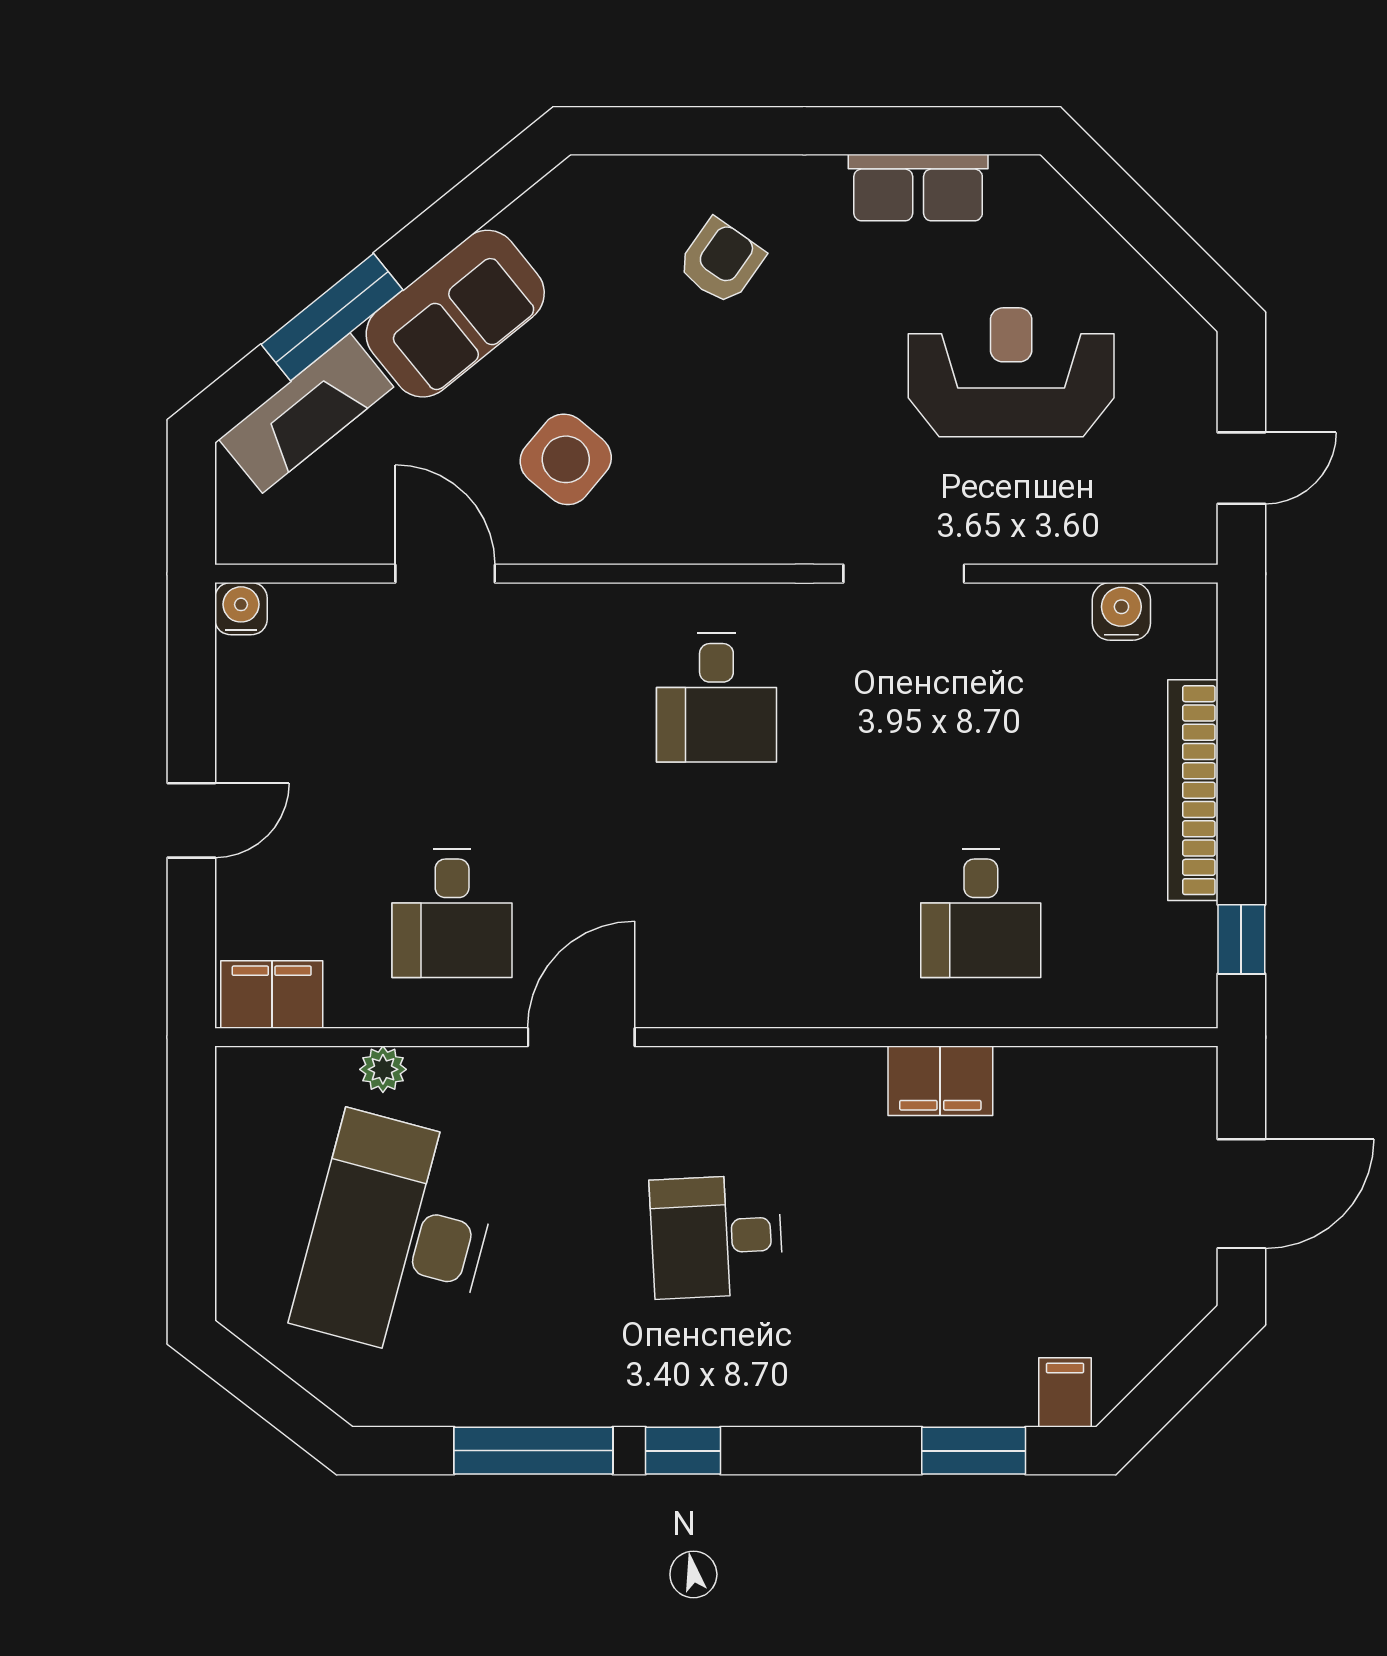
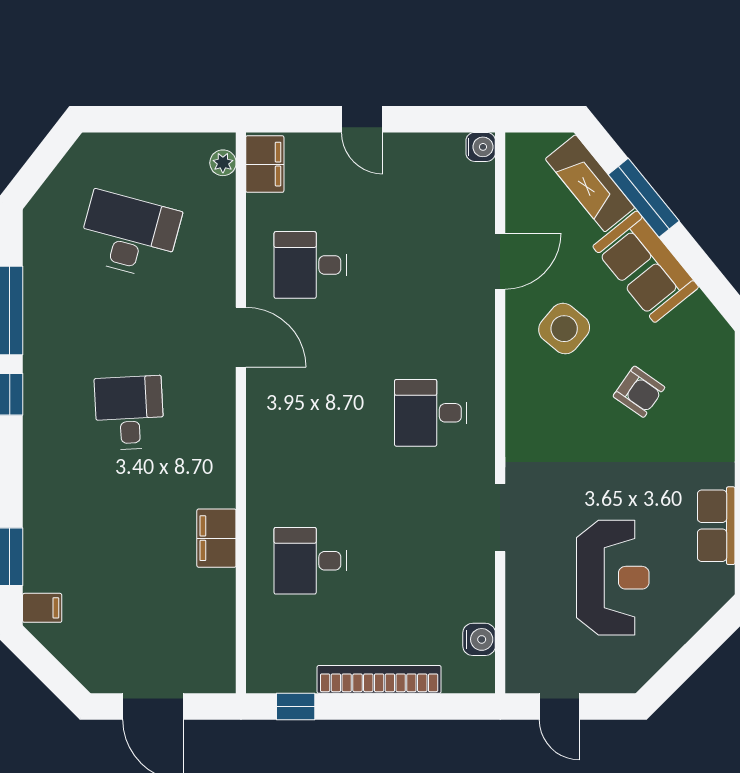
armchair: (721, 262) -> (639, 392), moved
plant: (383, 1069) -> (223, 163), moved
desk: (398, 1237) -> (129, 235), width x0.73, depth x0.77

